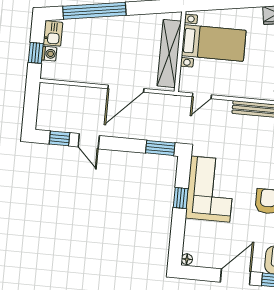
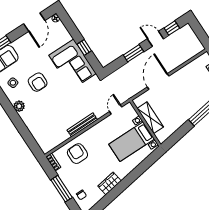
shelving: (169, 54) -> (150, 118), width x0.68
window: (160, 148) -> (133, 53), moved
door: (235, 277) -> (34, 22), moved

